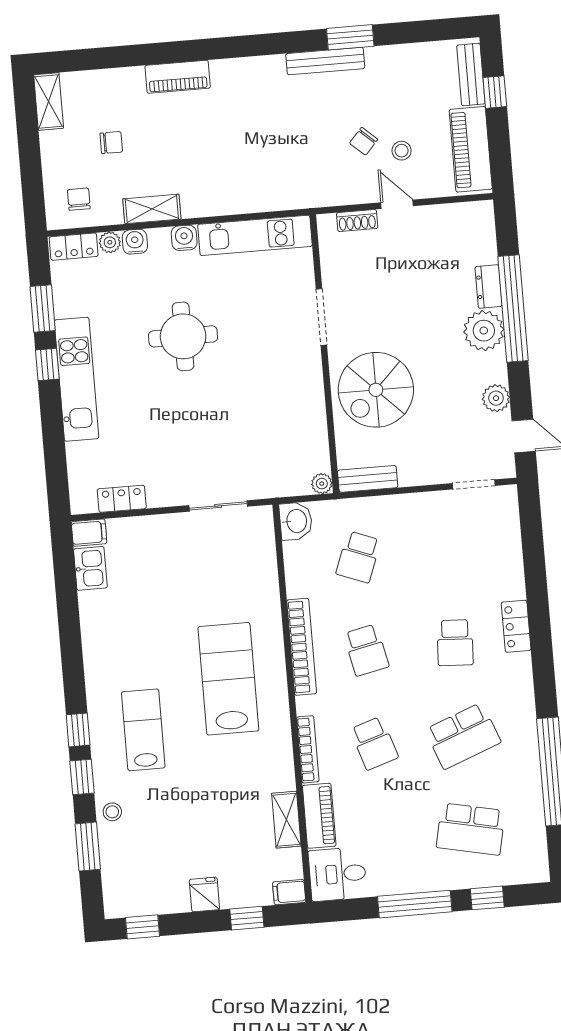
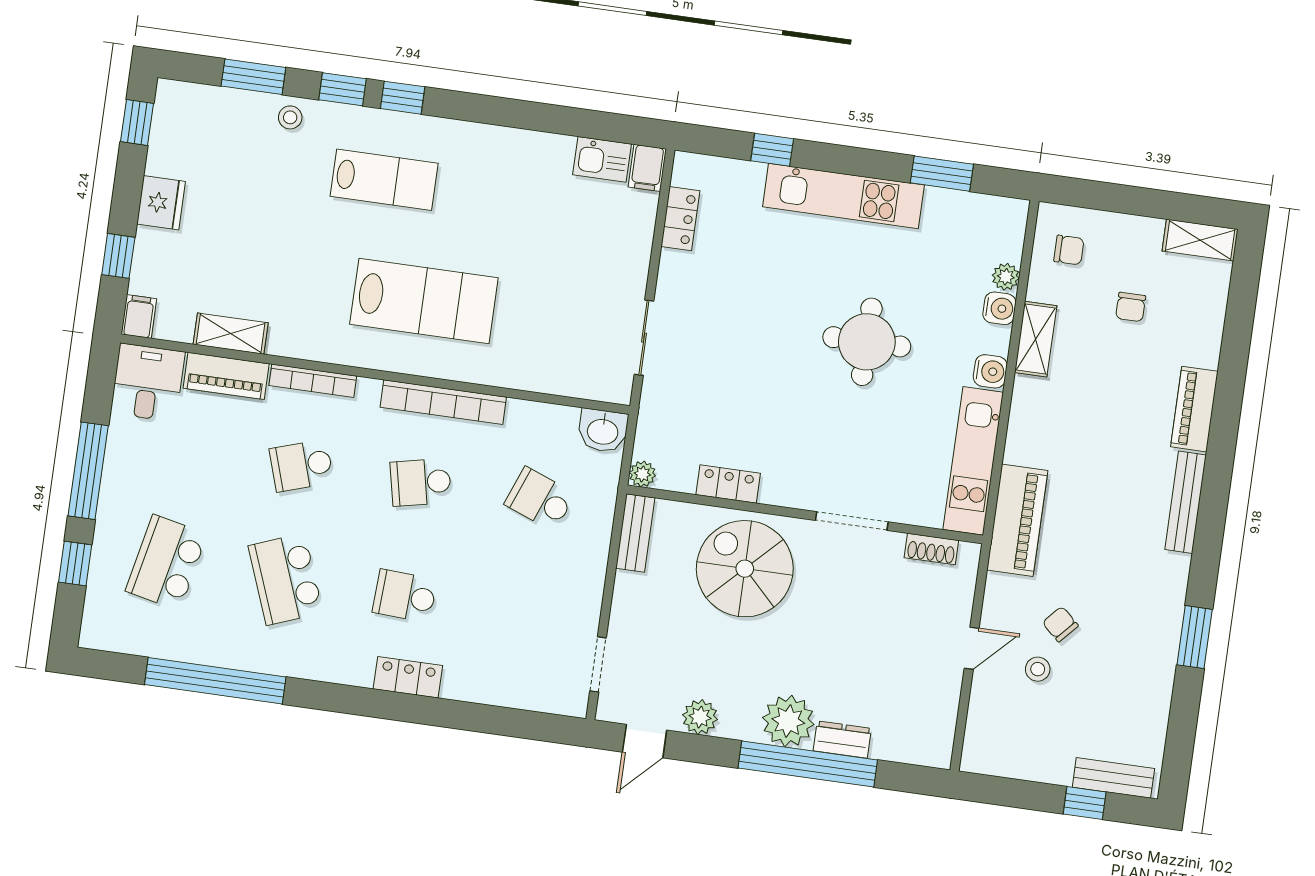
bench: (325, 61) -> (1186, 502), moved
piano: (471, 149) -> (1017, 520), moved, turned 90
shoe rack: (357, 221) -> (931, 549), moved, turned -90
locker: (74, 247) -> (728, 484), moved, turned 90
window: (47, 364) -> (772, 150), moved
fridge: (204, 894) -> (161, 203), width x1.38

